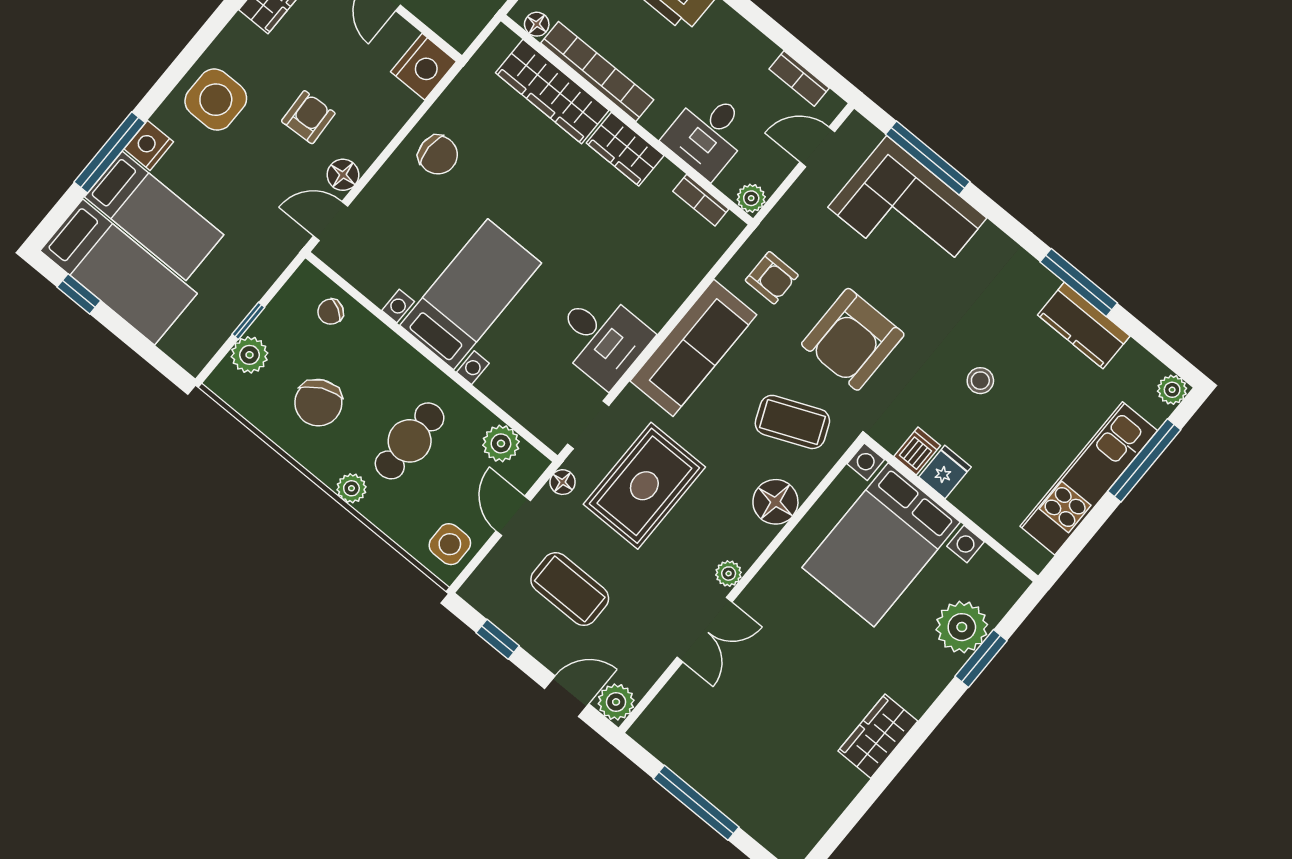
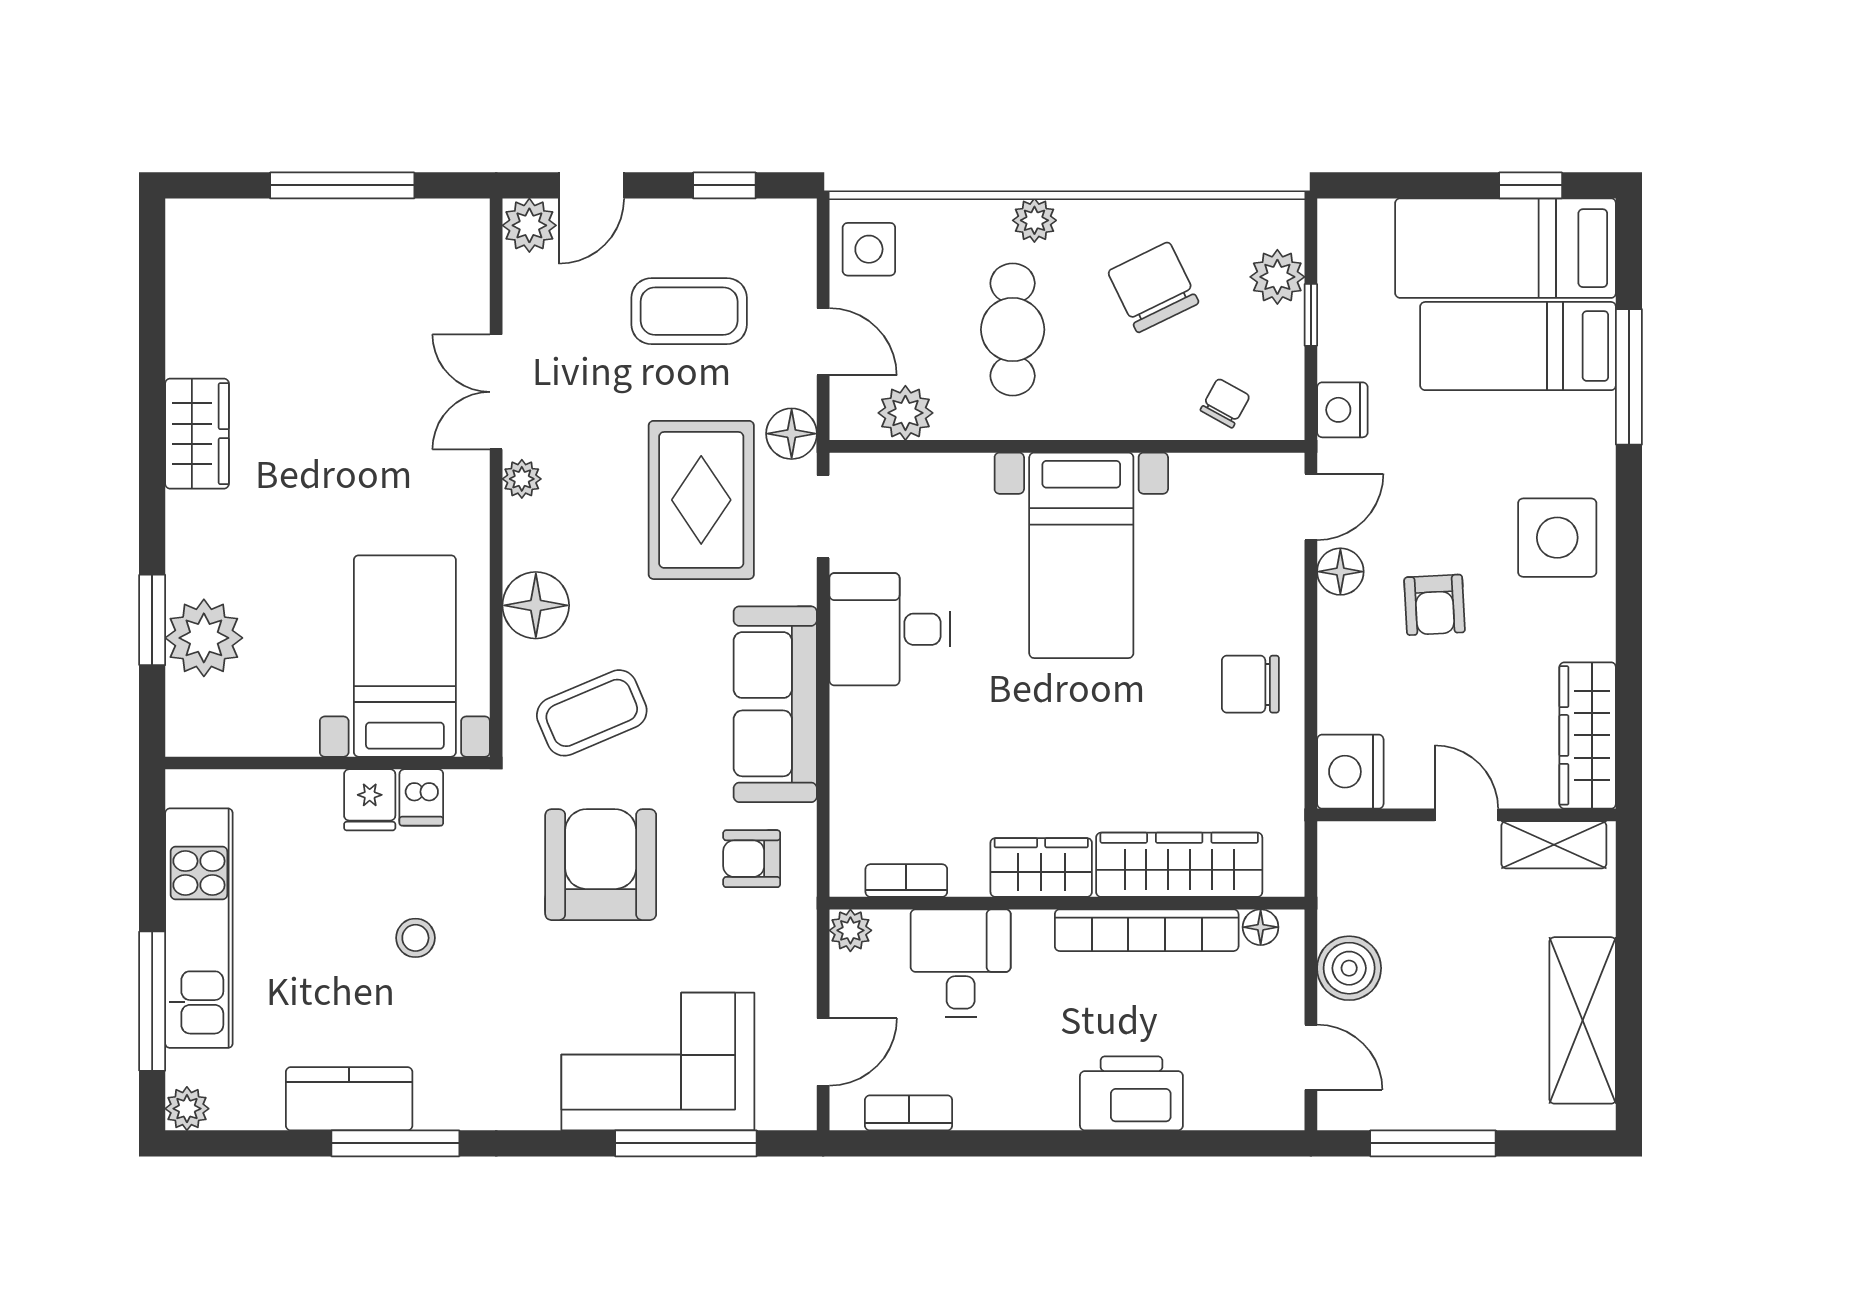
nightstand: (149, 145) -> (1342, 410), moved, turned 180
floor lamp: (563, 482) -> (792, 434), width x1.37, depth x1.37
bed with nightstands: (881, 545) -> (405, 656), width x0.73

